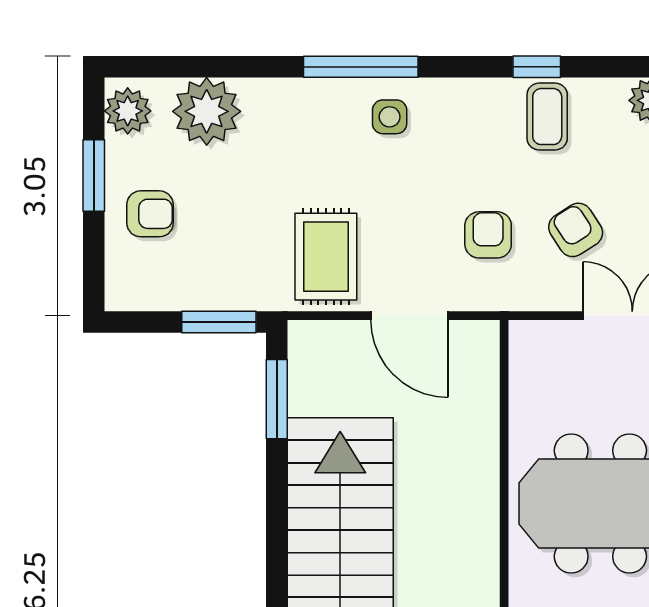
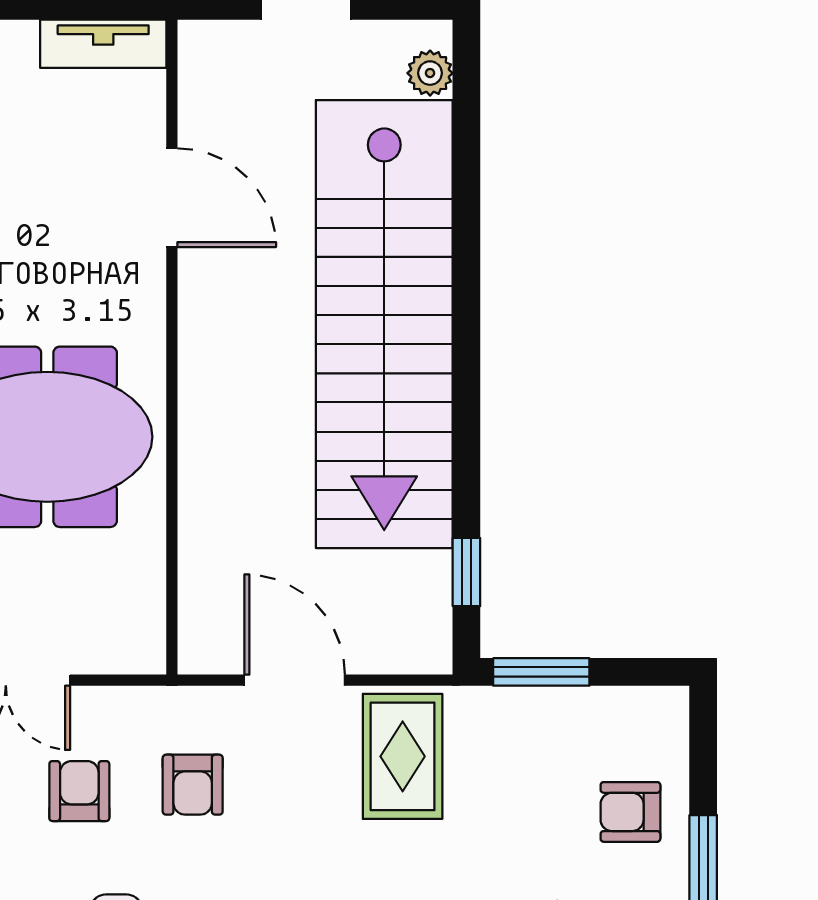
armchair: (576, 230) -> (79, 791), turned -147
window: (277, 399) -> (466, 572), width x0.67

